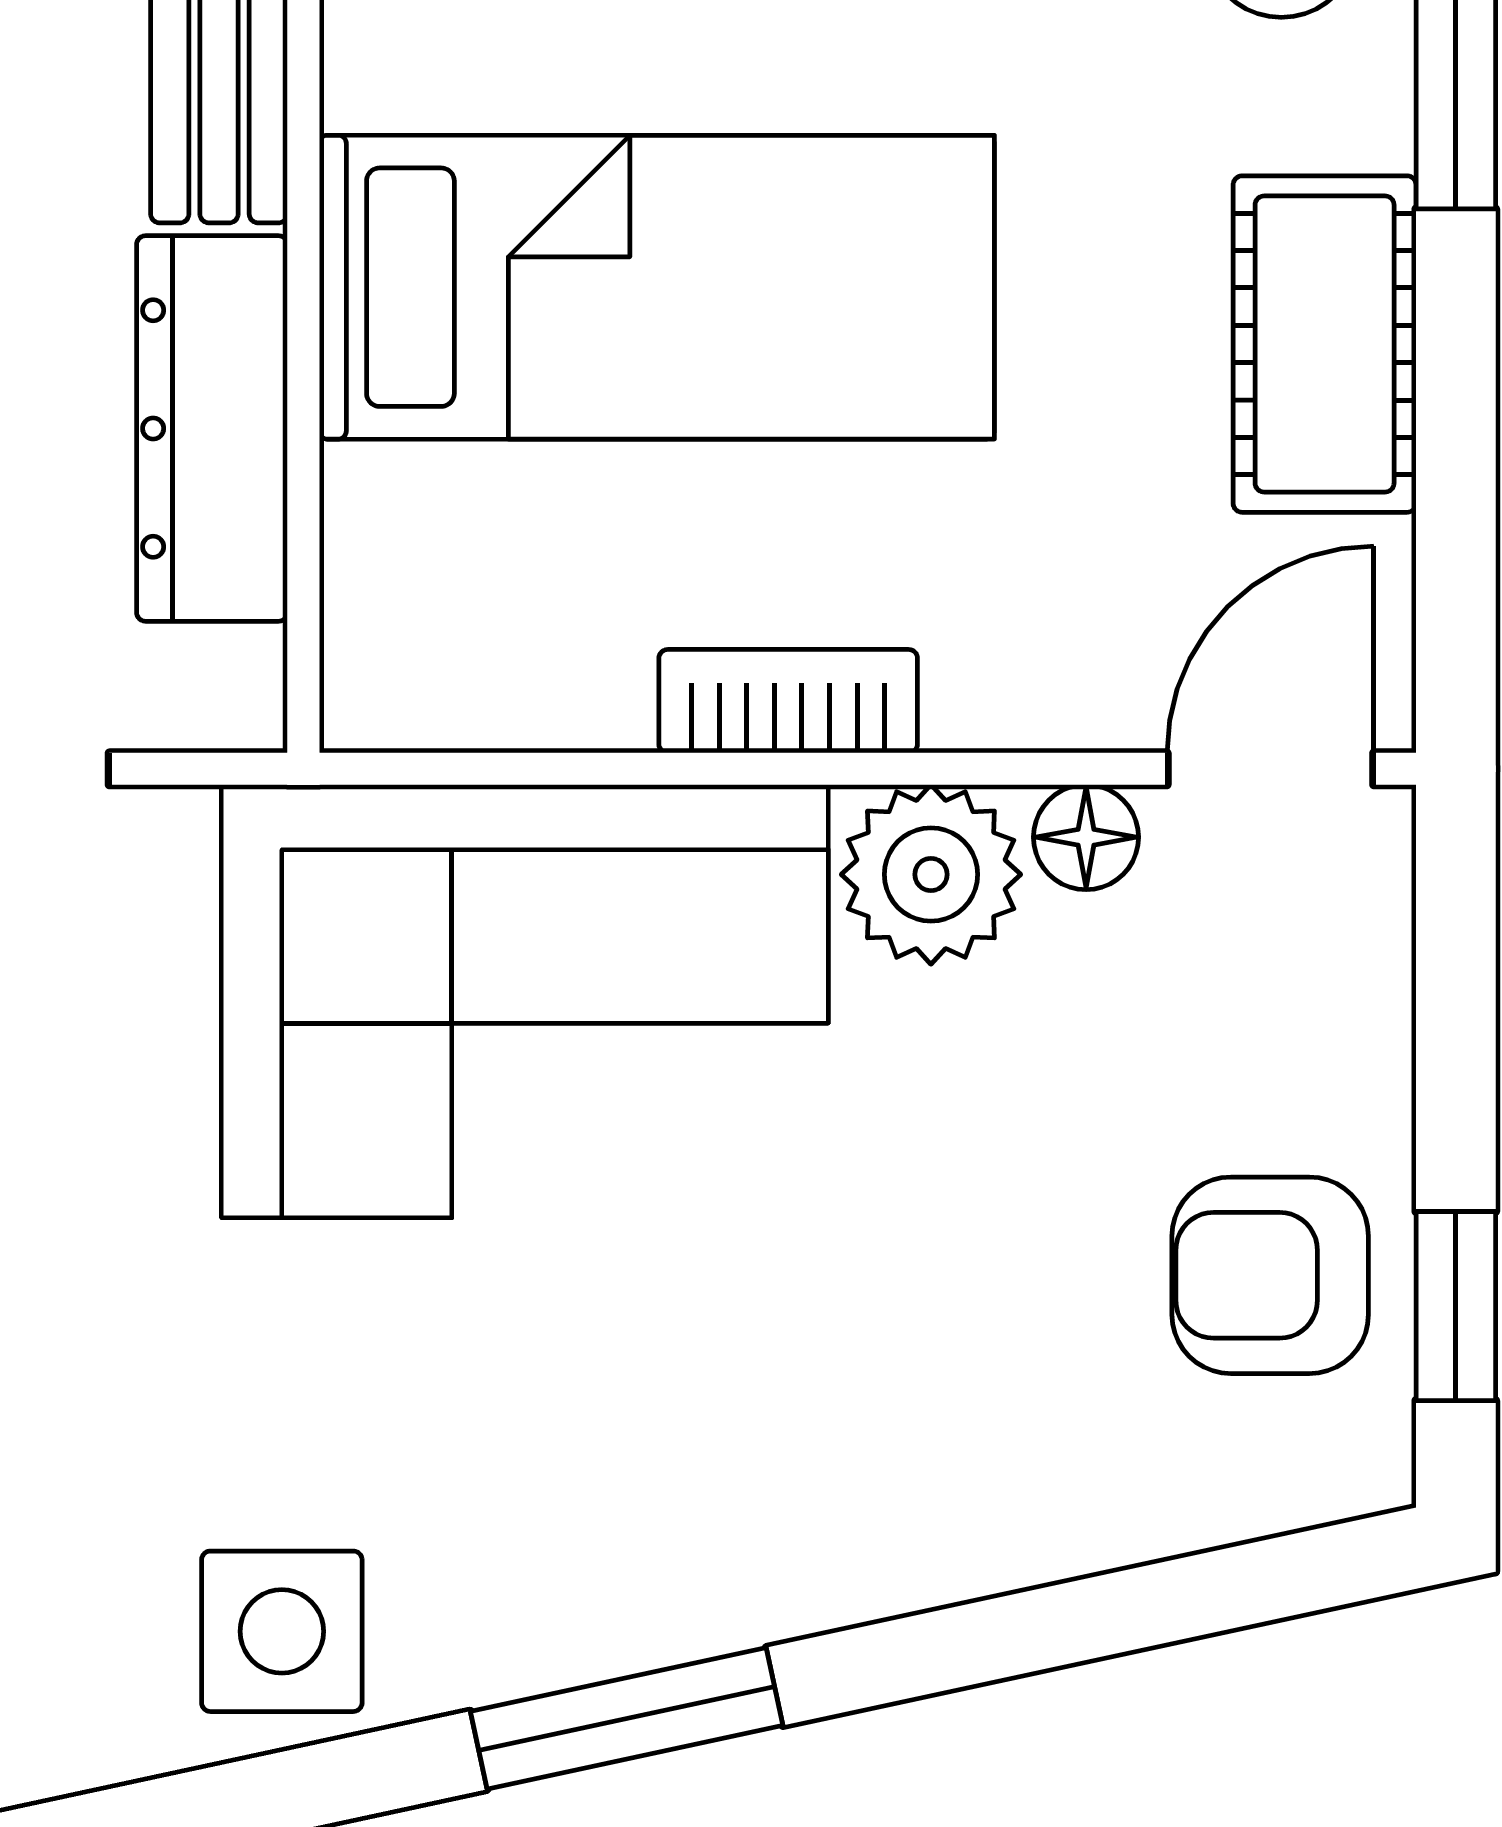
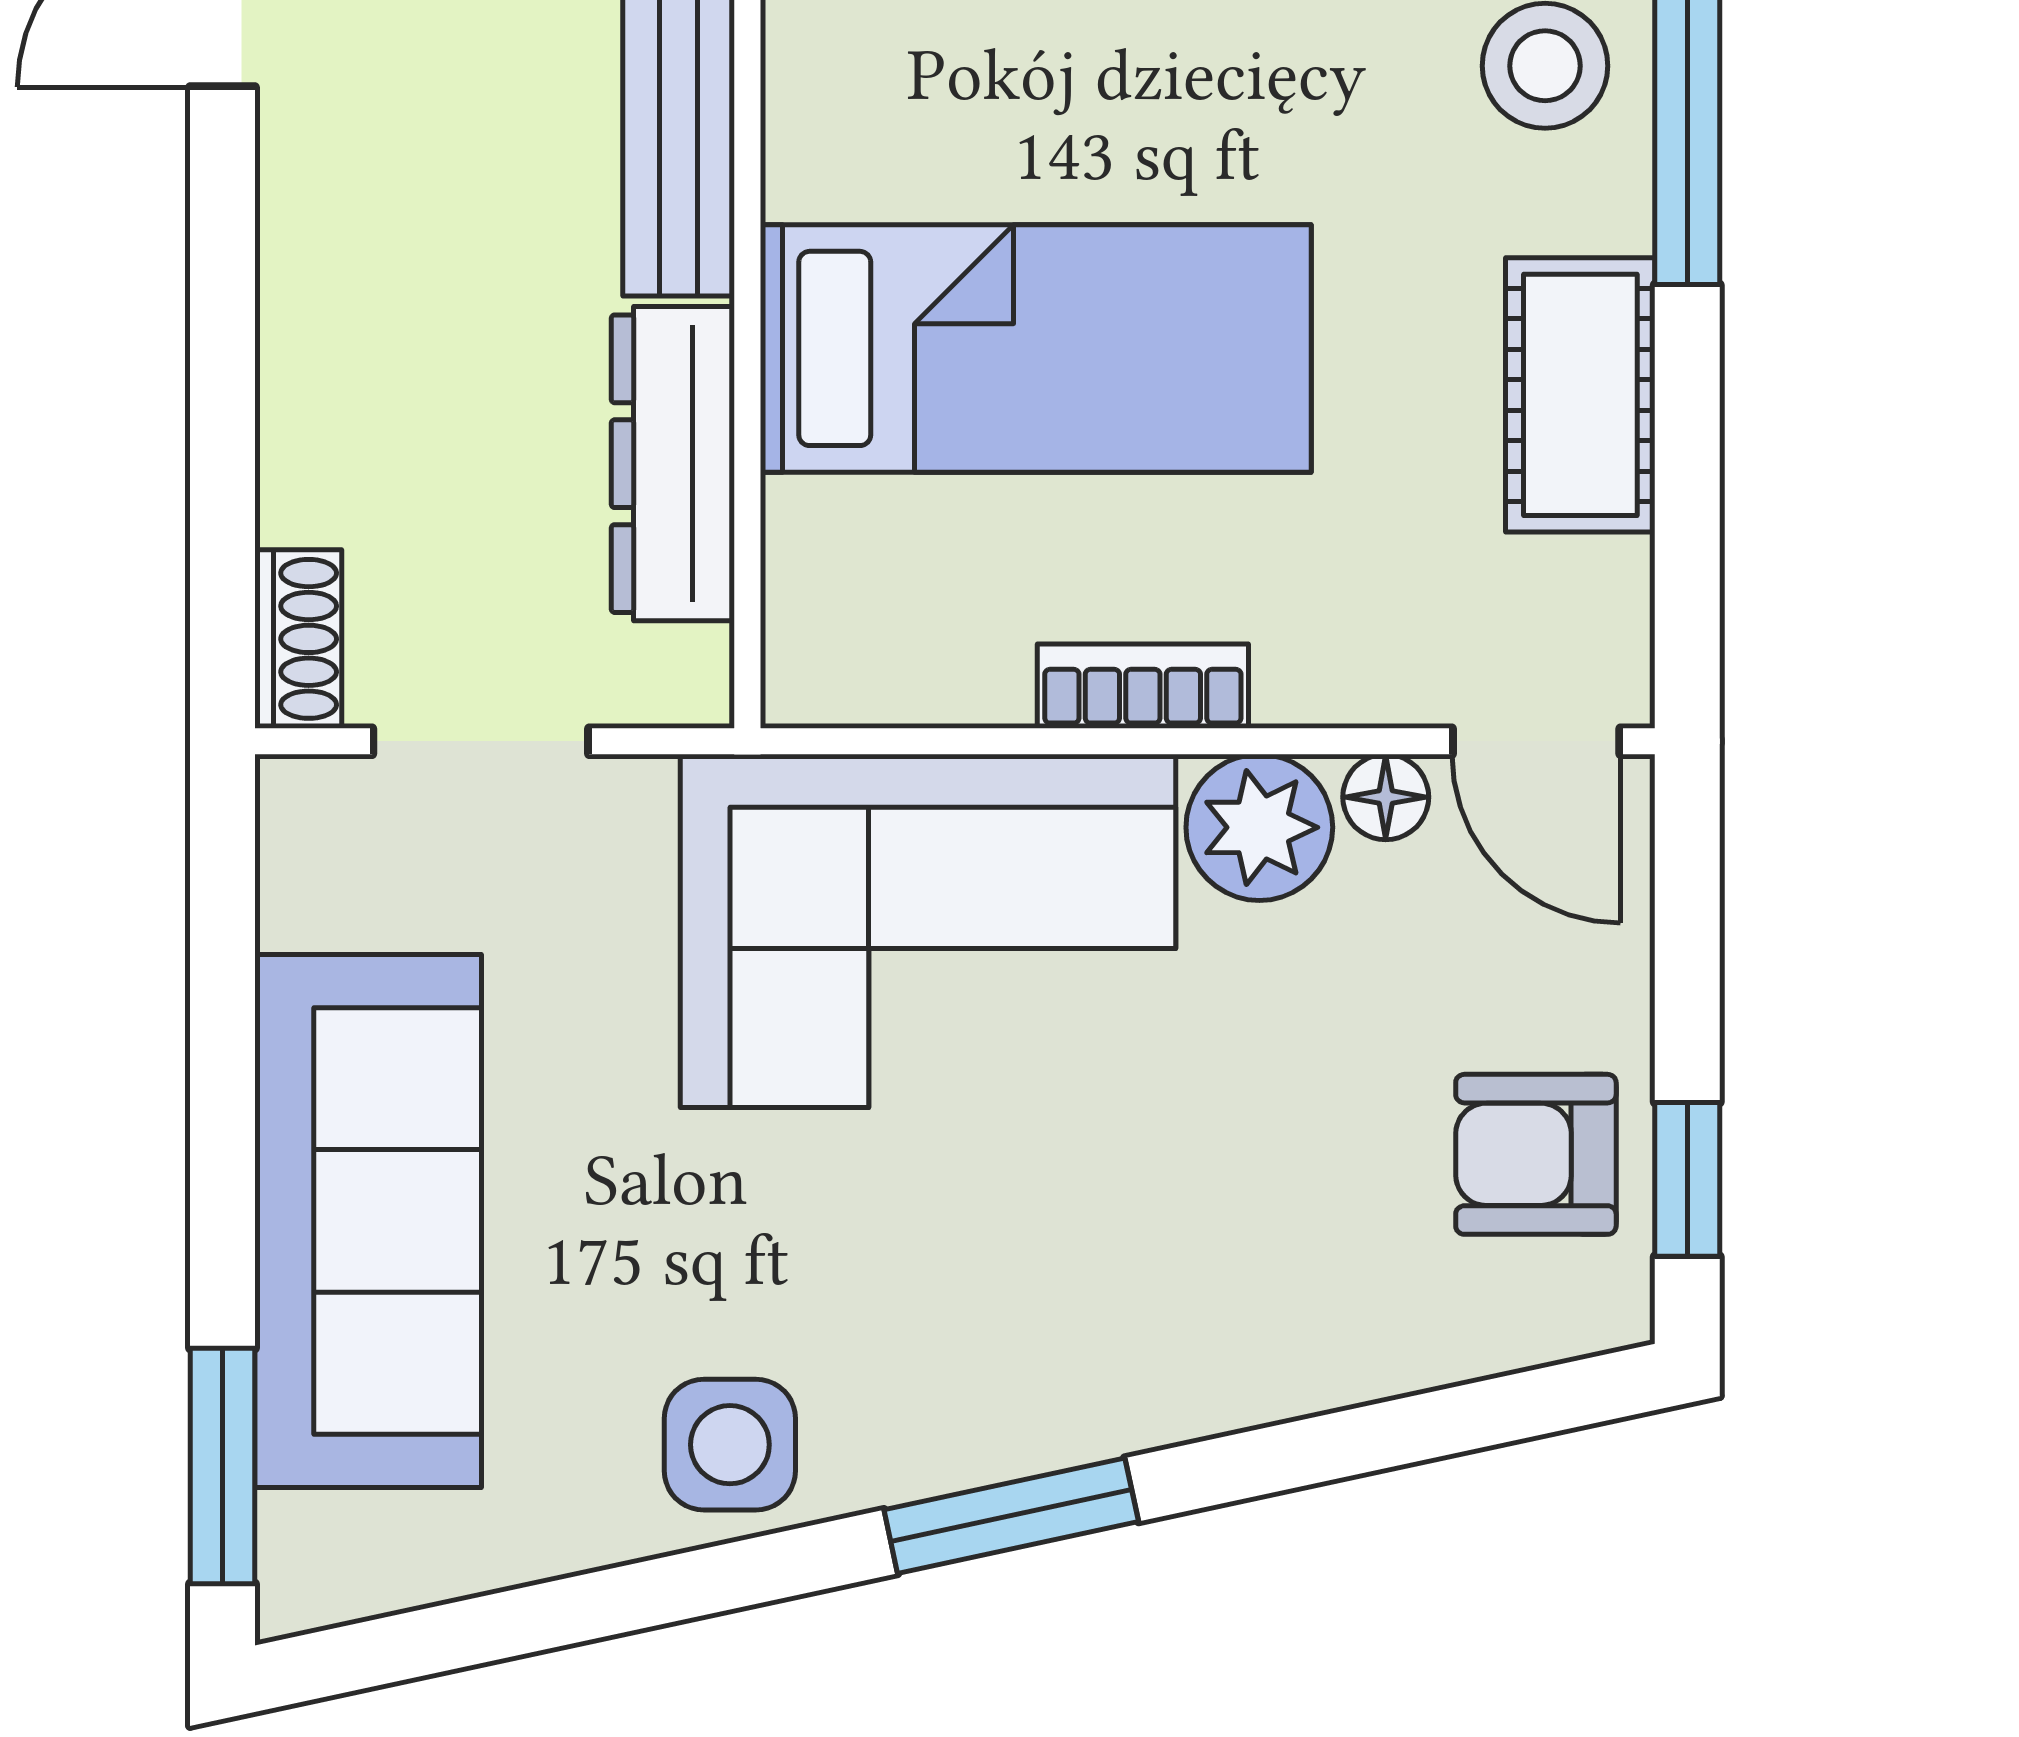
door: (1270, 769) -> (1536, 741), swing flipped

